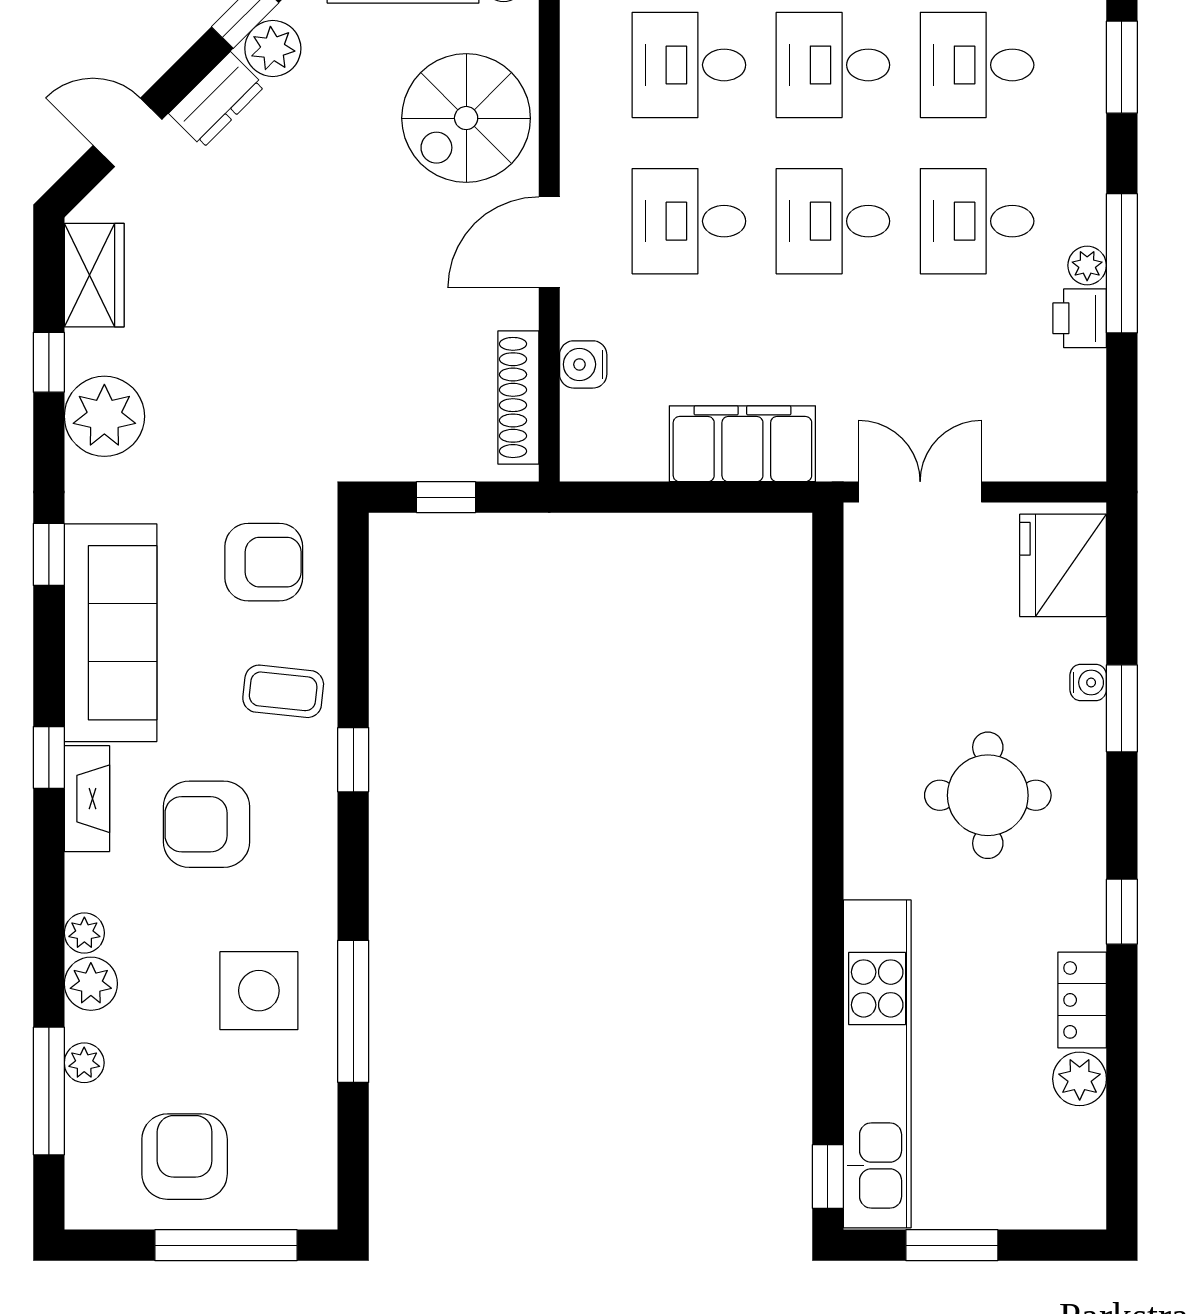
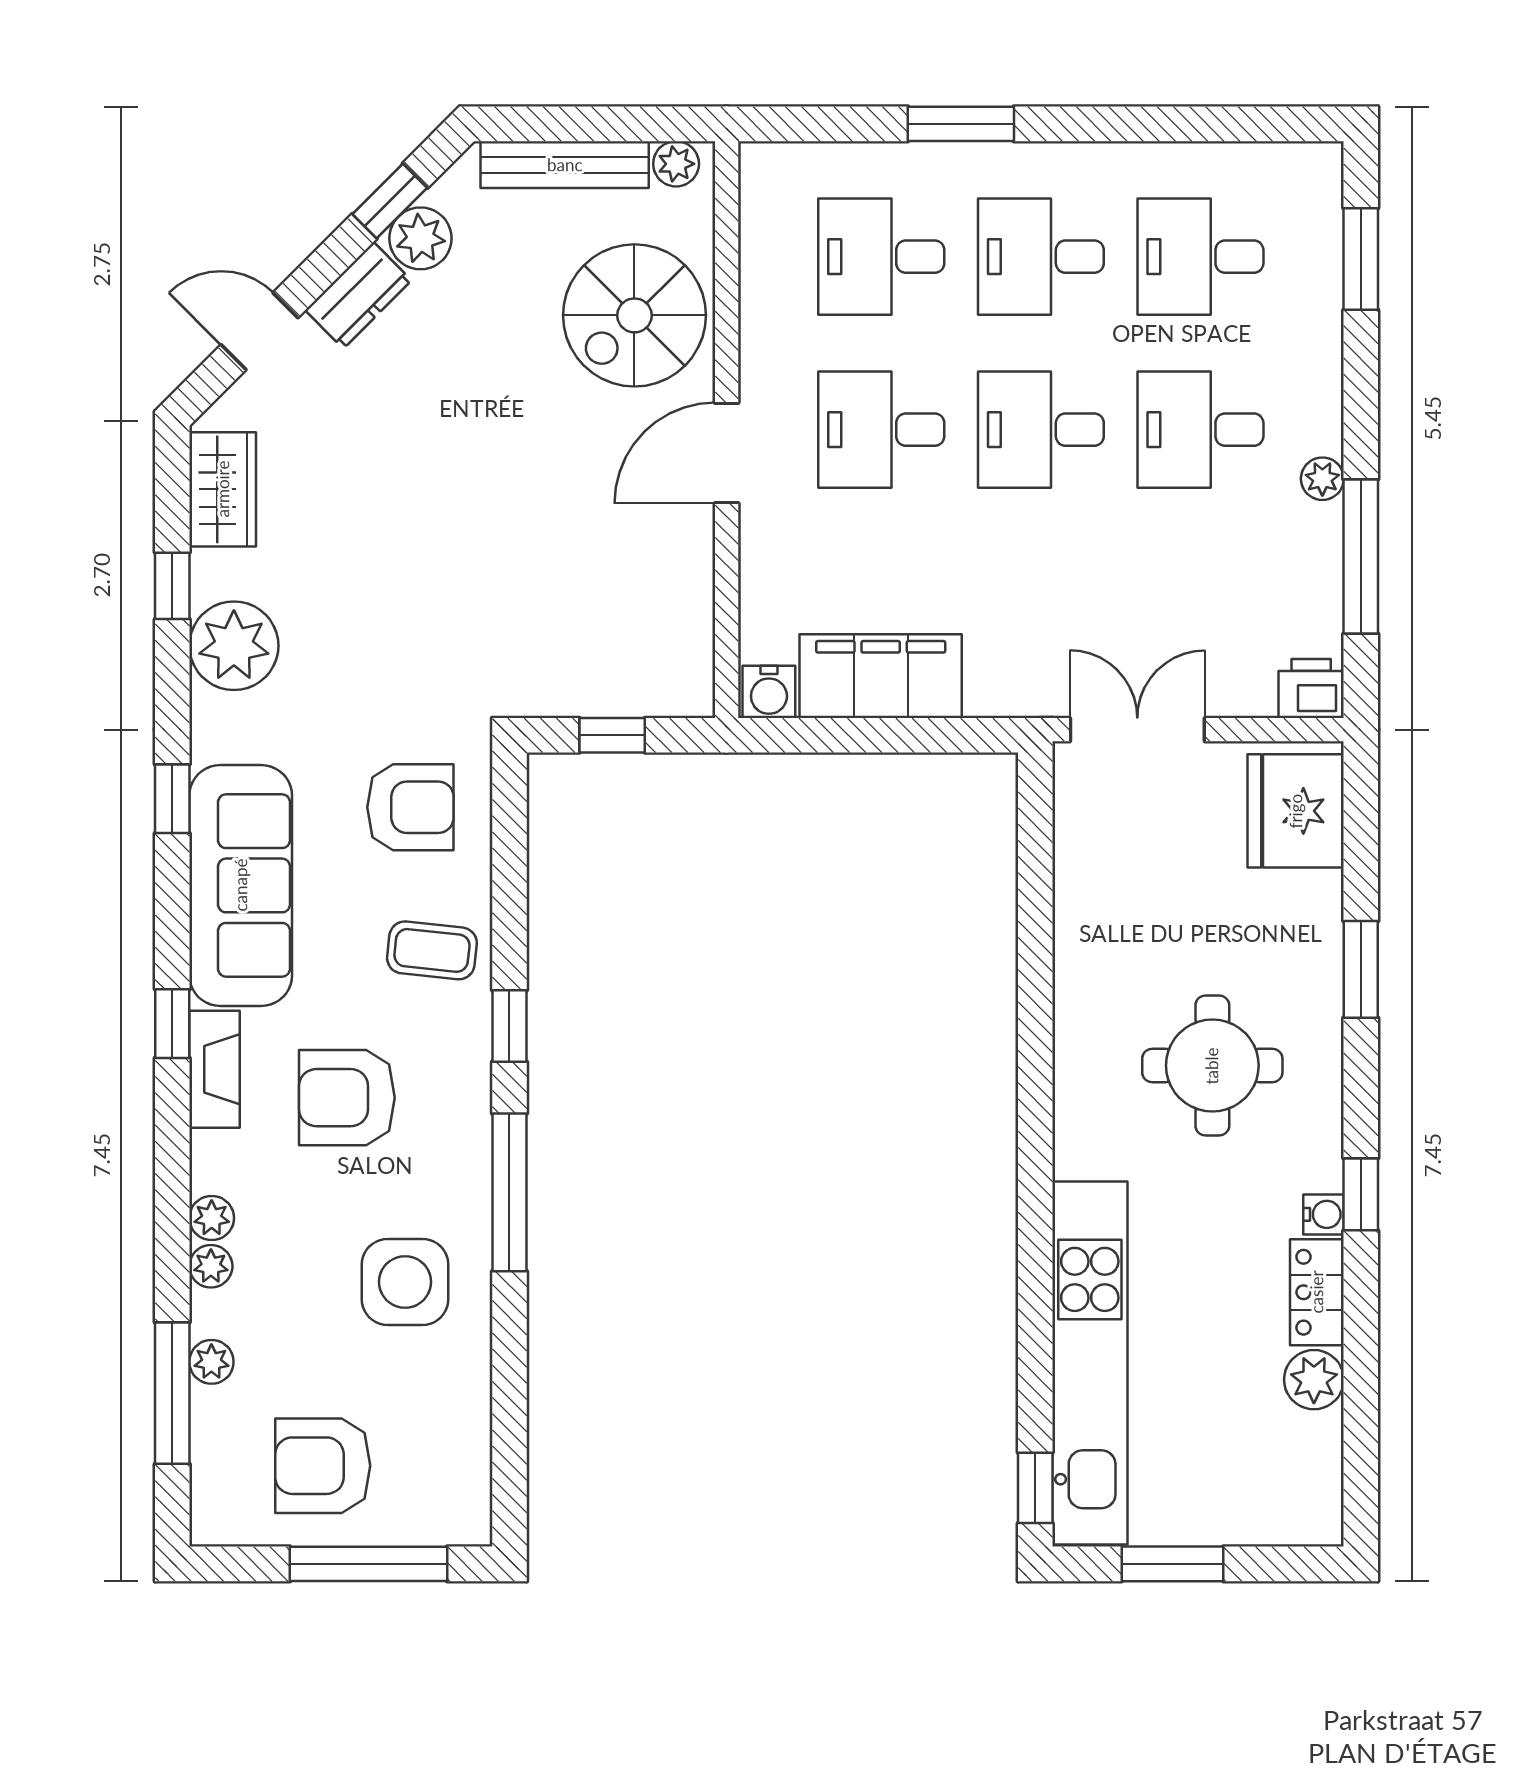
window: (1122, 263) -> (1361, 556), moved
printer: (1080, 318) -> (1311, 689), moved, turned 90
water cooler: (583, 364) -> (769, 692), moved, turned -90
shoe rack: (518, 397) -> (692, 625), removed
filing cabinet: (742, 444) -> (881, 676), moved
water cooler: (1088, 682) -> (1324, 1214), moved
plant: (91, 984) -> (211, 1266), width x0.73, depth x0.73
window: (353, 1011) -> (509, 1192), moved
armchair: (185, 1157) -> (323, 1466), turned -90

